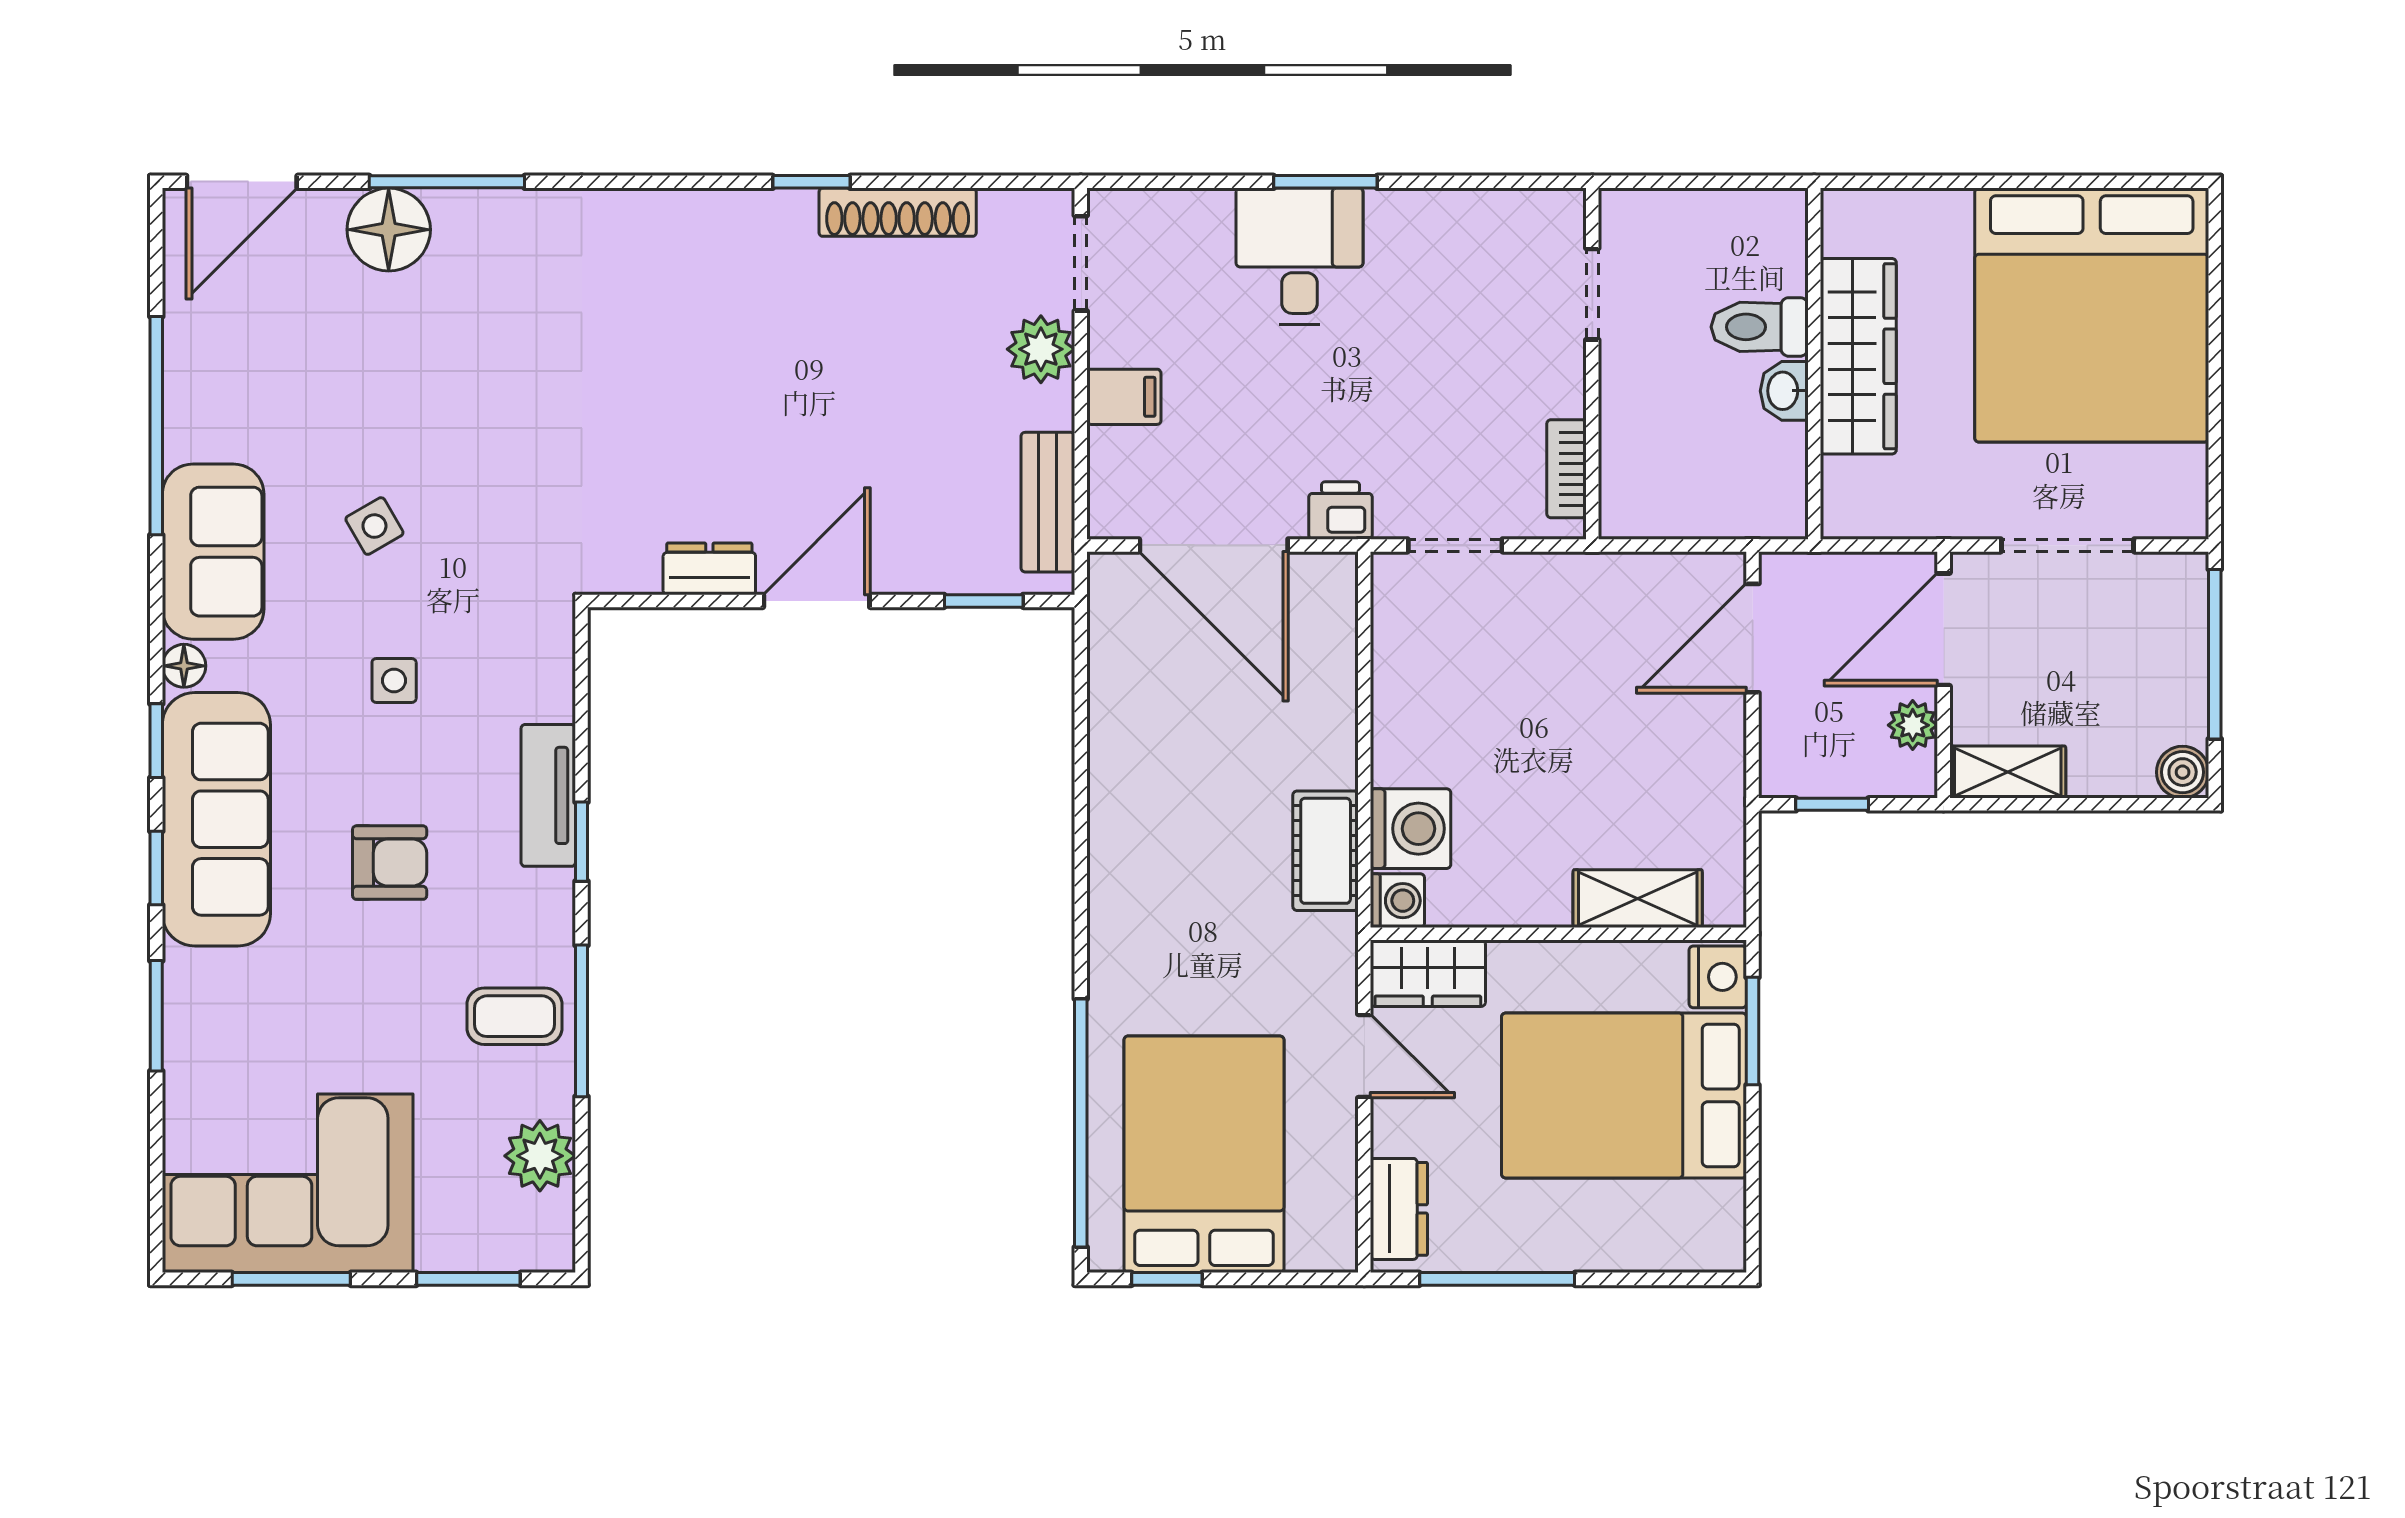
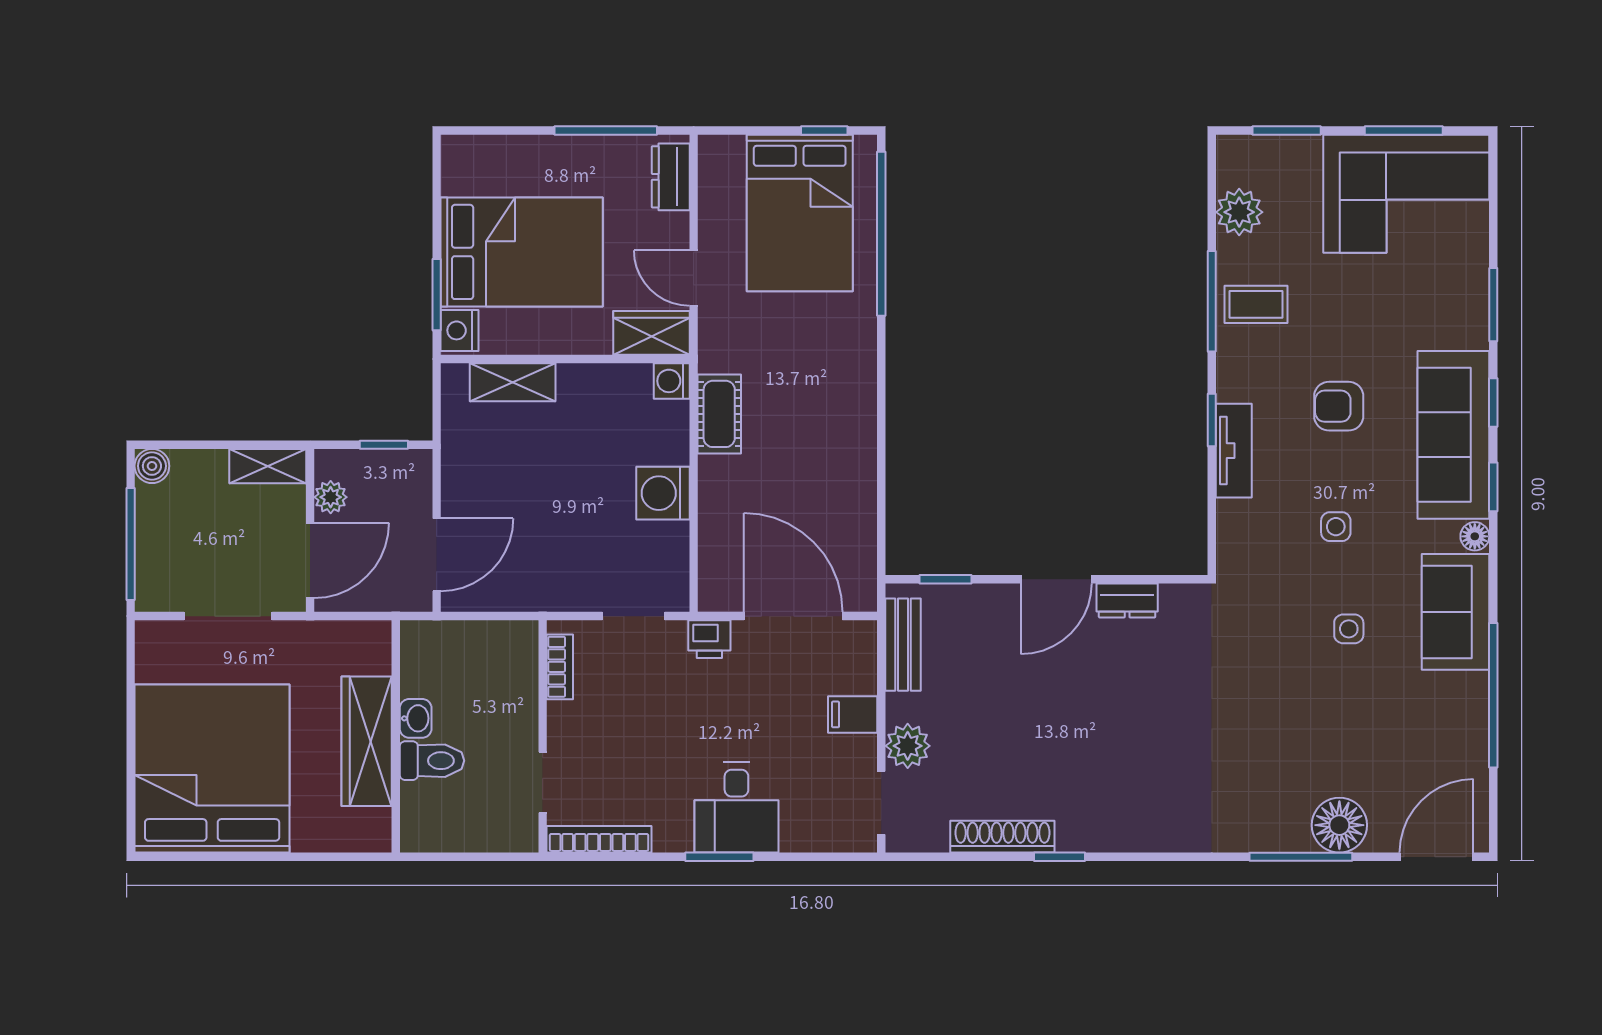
bookcase: (1507, 208) -> (599, 839), added
side table: (374, 526) -> (1349, 629), turned 30
washing machine: (1410, 829) -> (663, 493), moved

